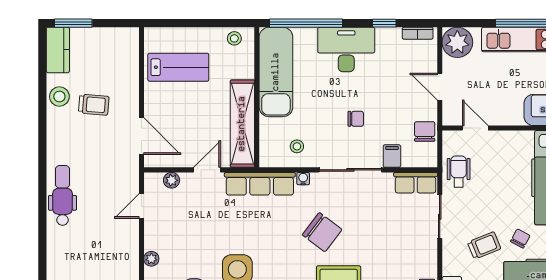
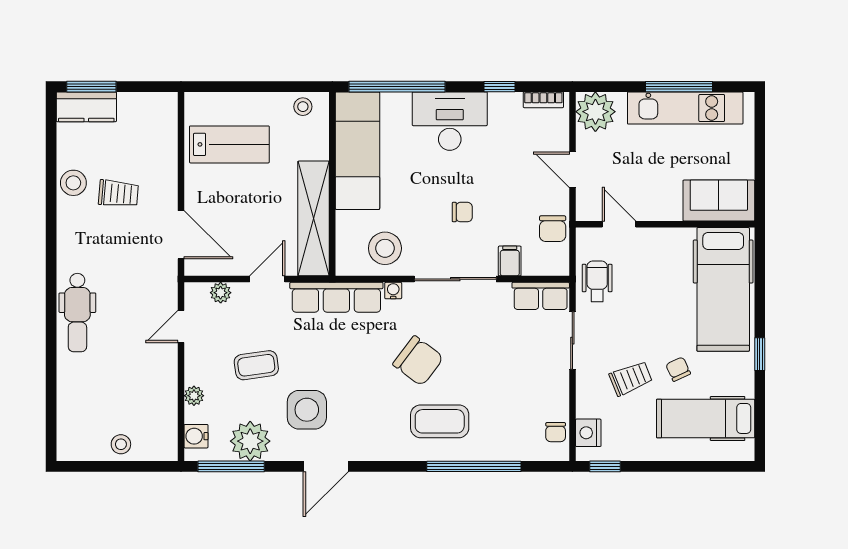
kitchen counter: (58, 50) -> (86, 107), moved, turned 90
chair: (425, 131) -> (553, 229), turned 180
stool: (297, 146) -> (385, 248), width x1.89, depth x1.89
dental chair: (62, 195) -> (77, 313), turned 180
coffee table: (199, 236) -> (256, 365), added
chair: (520, 238) -> (678, 369), turned -53

